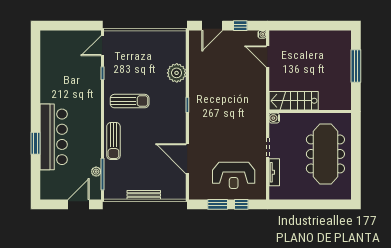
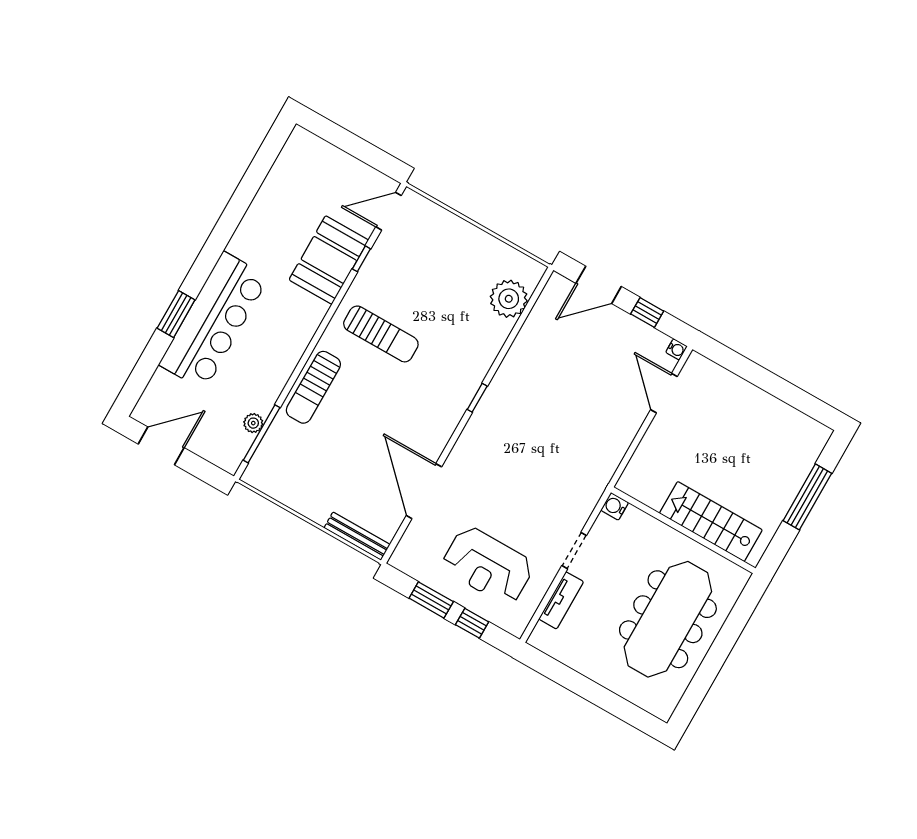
plant: (177, 73) -> (509, 299), moved
booth: (89, 82) -> (329, 260), added
stairs: (294, 101) -> (711, 522), moved
bench: (144, 195) -> (357, 536), moved
door: (78, 204) -> (161, 446), moved

